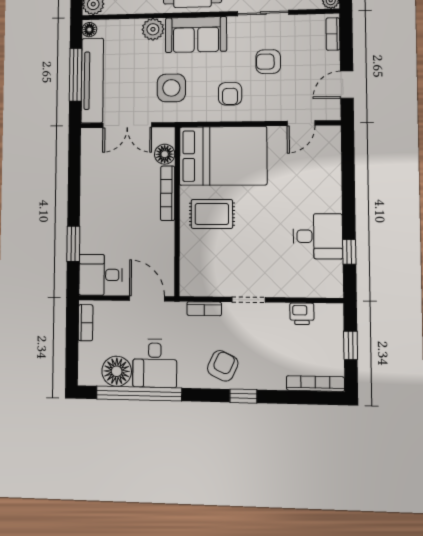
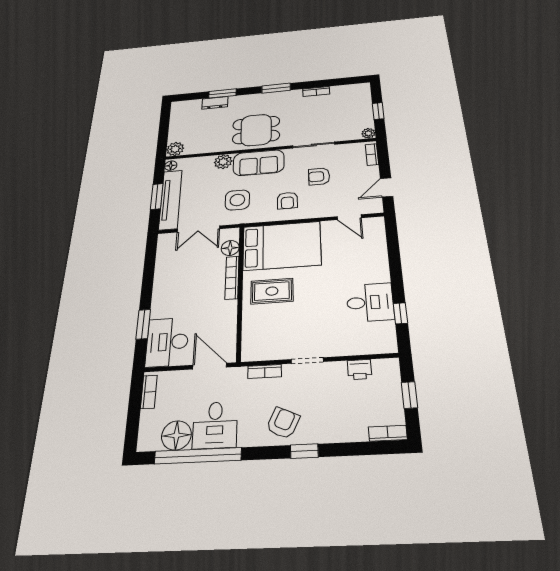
window: (76, 75) -> (157, 196), width x0.69
door: (301, 123) -> (349, 217), hinge flipped
desk: (101, 275) -> (167, 342), width x1.37
bookcase: (315, 384) -> (388, 433), width x0.64

